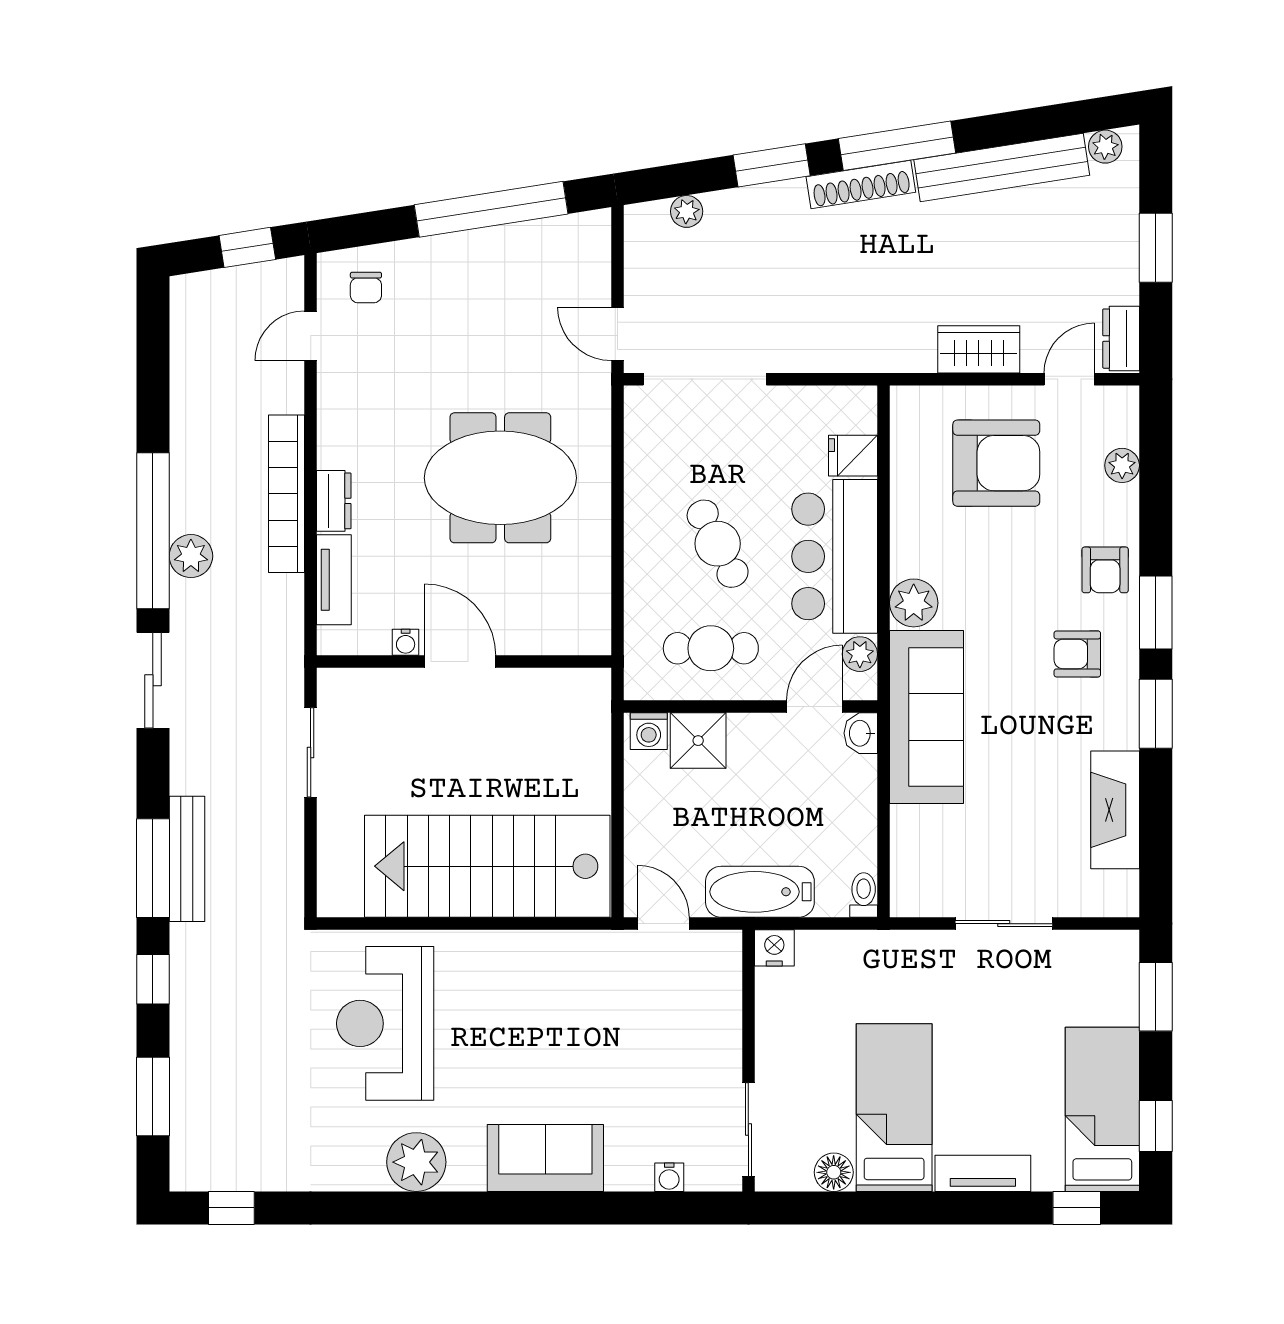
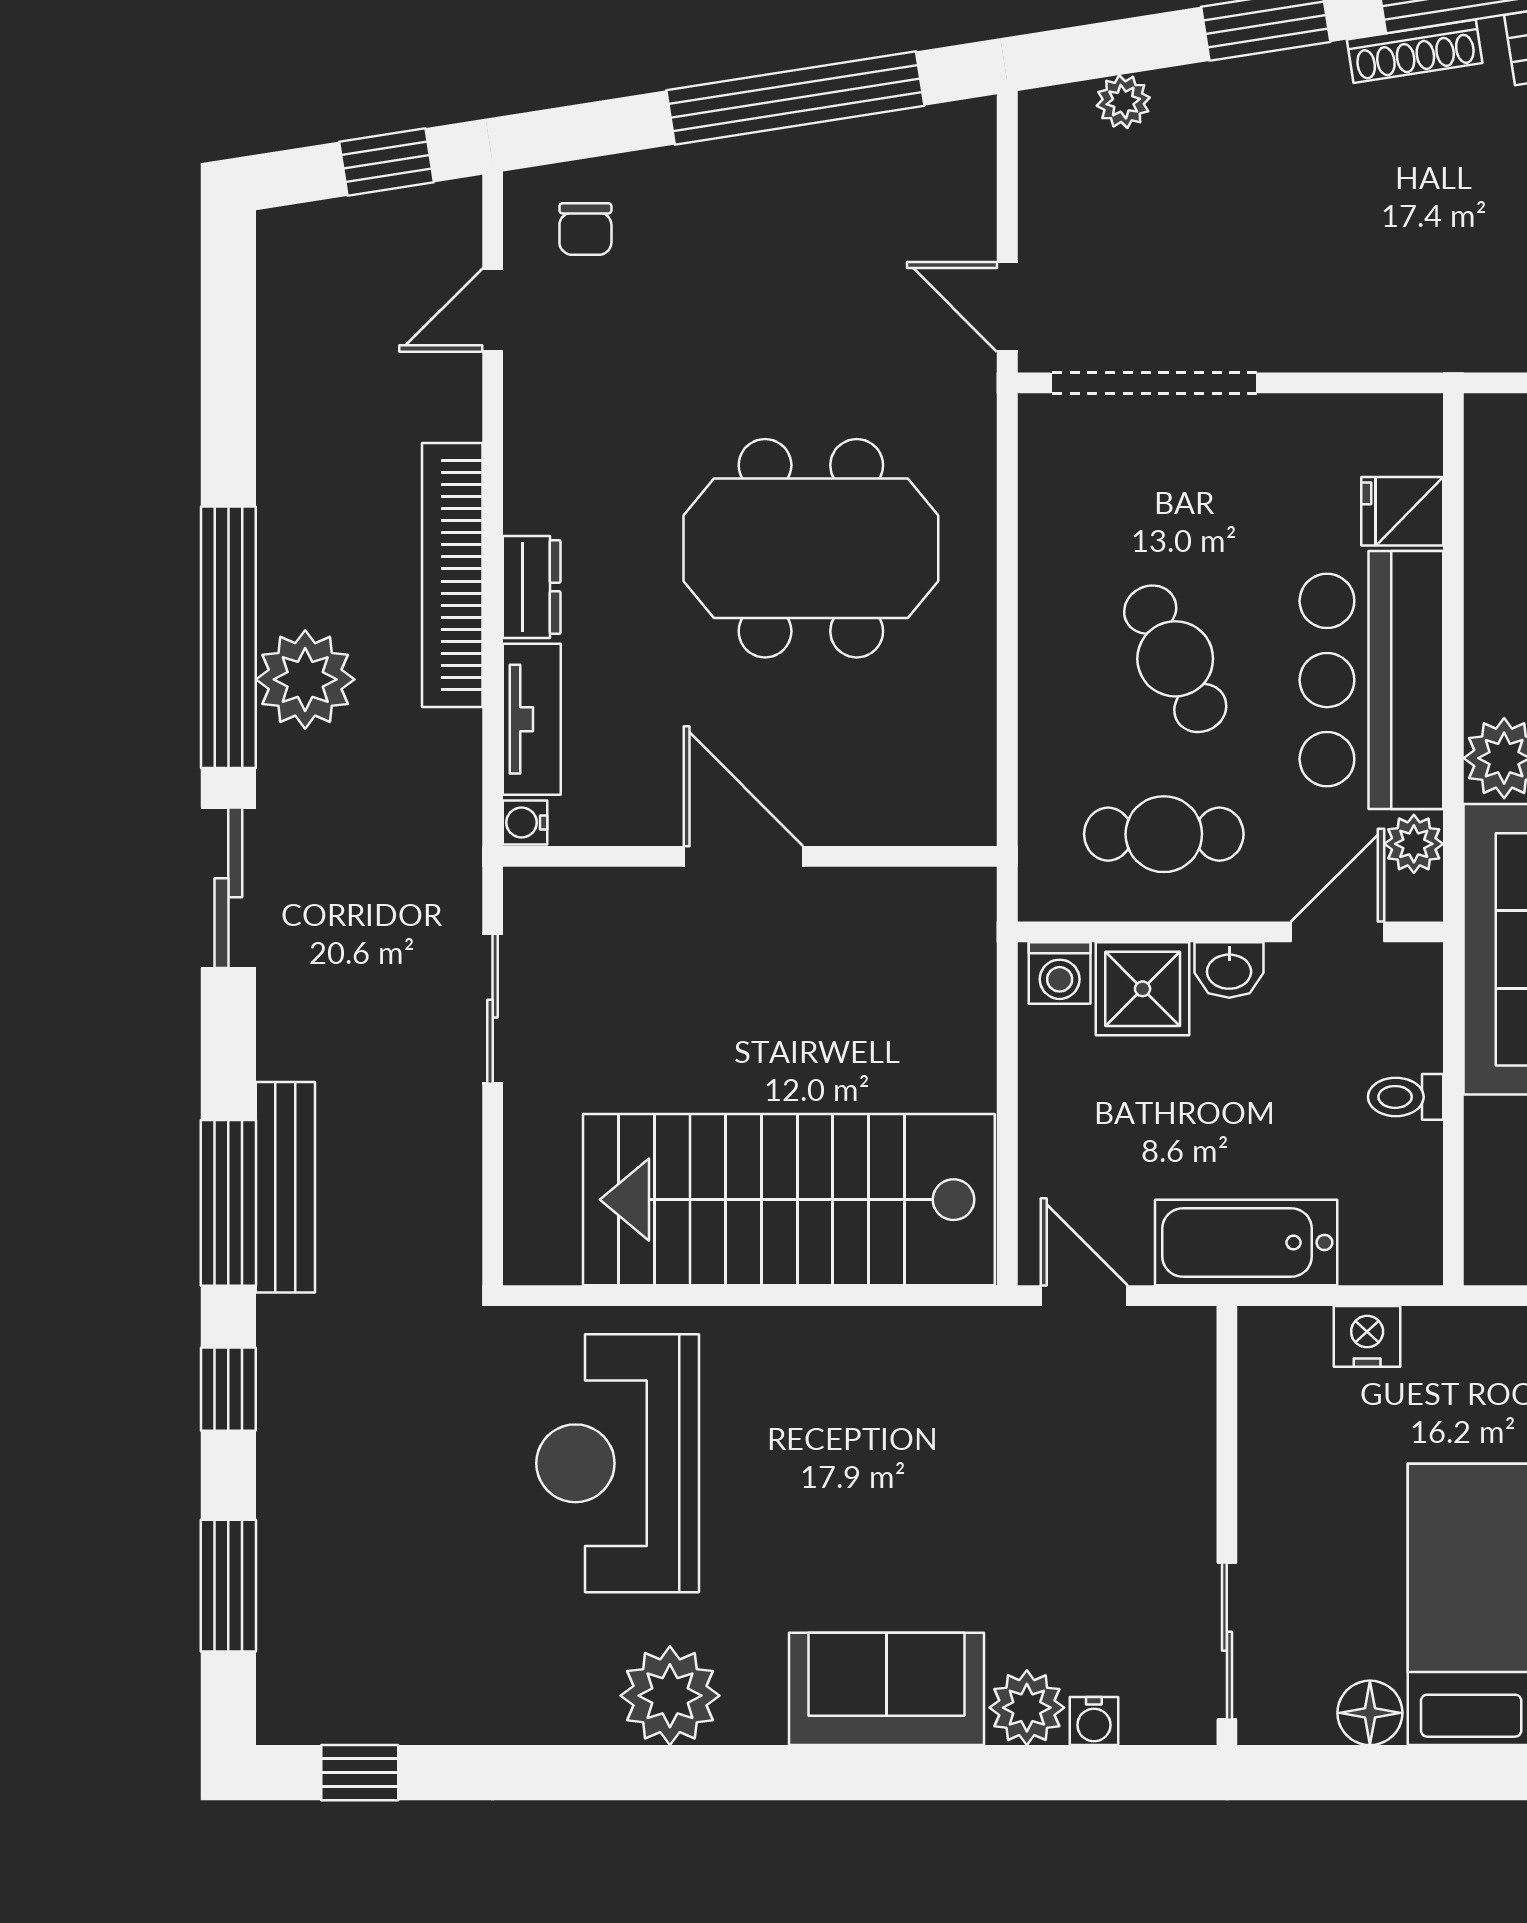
shoe rack: (861, 185) -> (1415, 51), width x0.74, depth x0.81
plant: (191, 556) -> (305, 679), width x1.36, depth x1.36
water cooler: (406, 642) -> (525, 823), moved, turned 90
washbasin: (861, 733) -> (1229, 970), moved, turned -90
toilet: (864, 895) -> (1406, 1097), moved, turned -90
nightstand: (774, 948) -> (1367, 1336), moved
plant: (629, 1169) -> (1027, 1708), added

